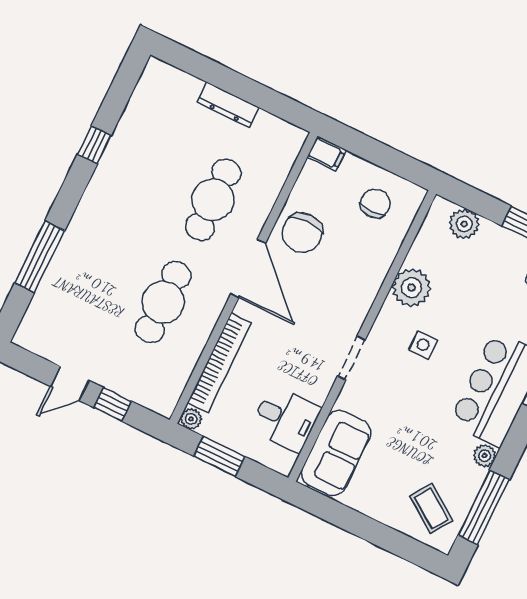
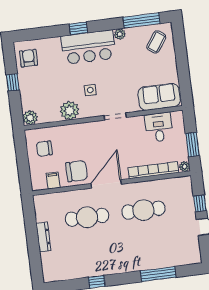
filing cabinet: (327, 154) -> (53, 180), moved
plant: (464, 224) -> (30, 118), moved

